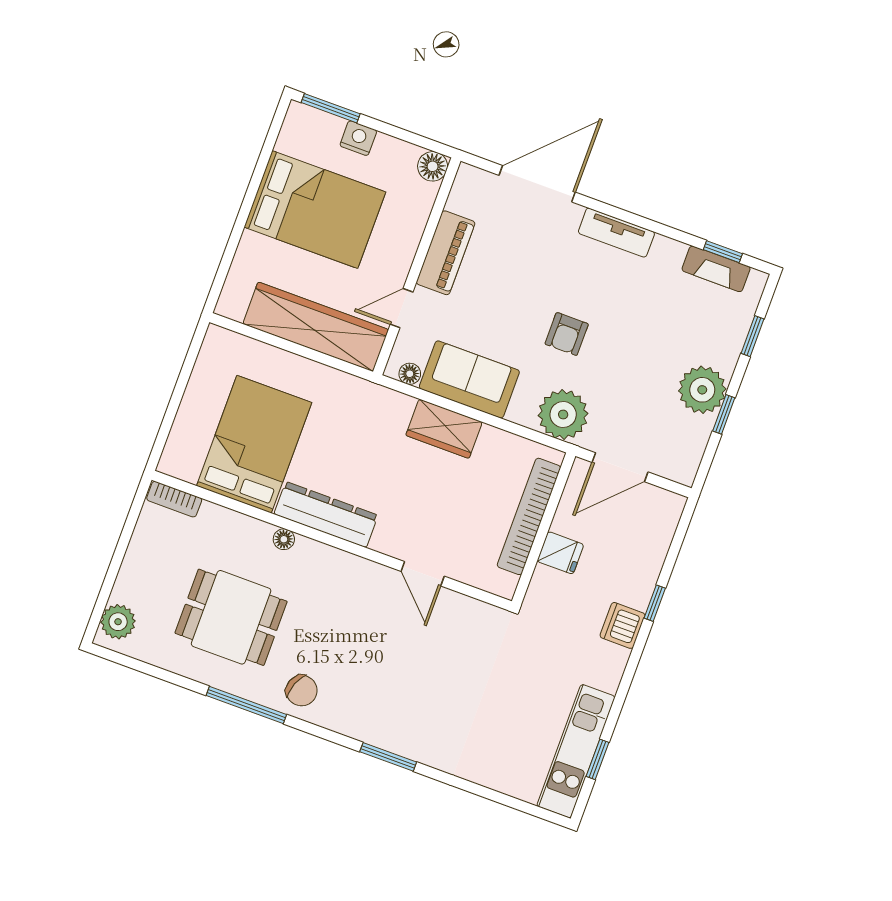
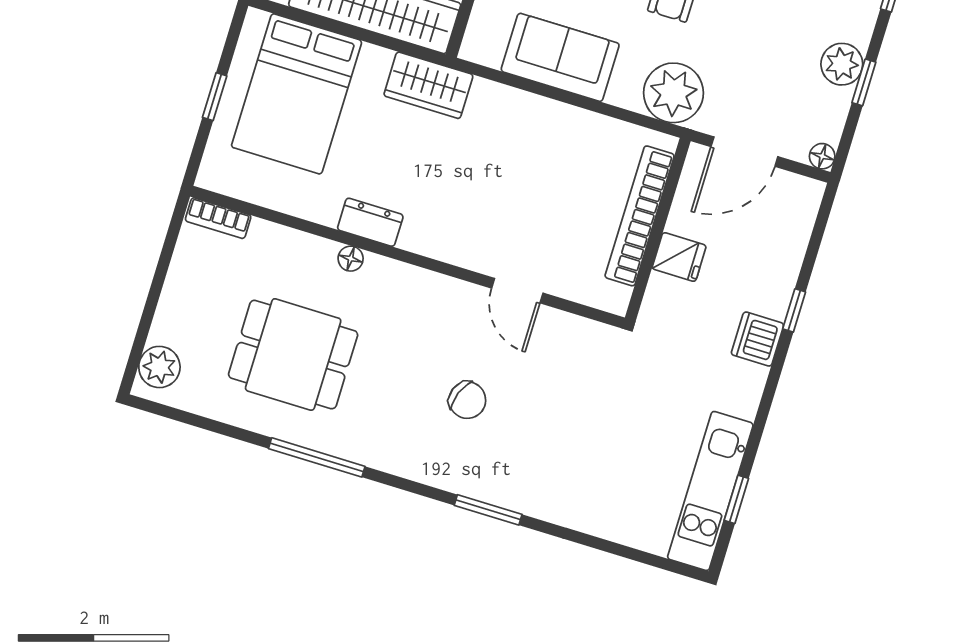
floor lamp: (410, 374) -> (822, 156), moved
plant: (702, 390) -> (842, 64), width x0.73, depth x0.73
window: (177, 397) -> (215, 97), added
wardrobe: (444, 429) -> (428, 85), moved
bed: (254, 444) -> (297, 94), moved, turned 180
dresser: (326, 515) -> (370, 222), width x0.51, depth x0.80
chair: (302, 691) -> (467, 400), moved

